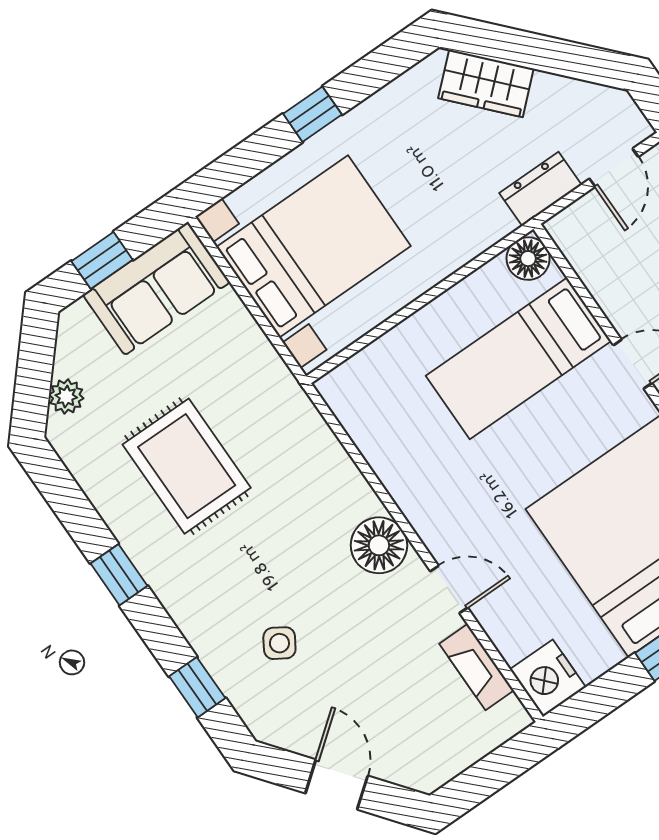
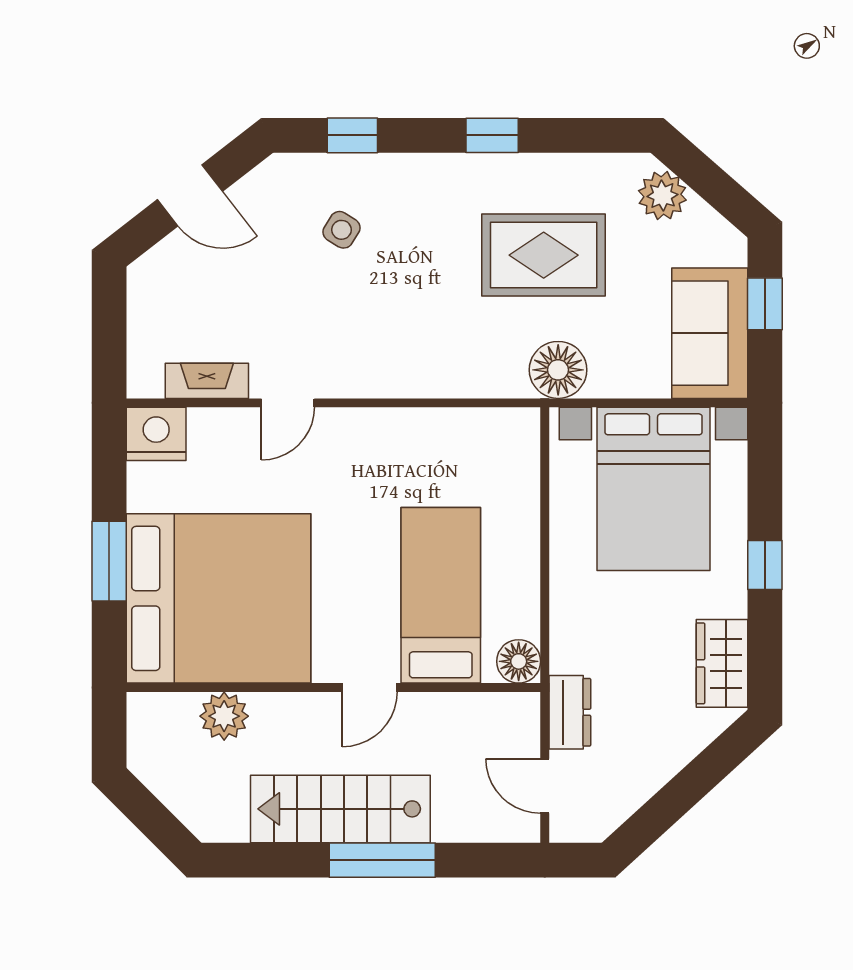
wardrobe: (486, 83) -> (722, 663), moved, turned -48
plant: (66, 396) -> (662, 195), width x1.38, depth x1.38
floor lamp: (379, 545) -> (558, 370), moved

